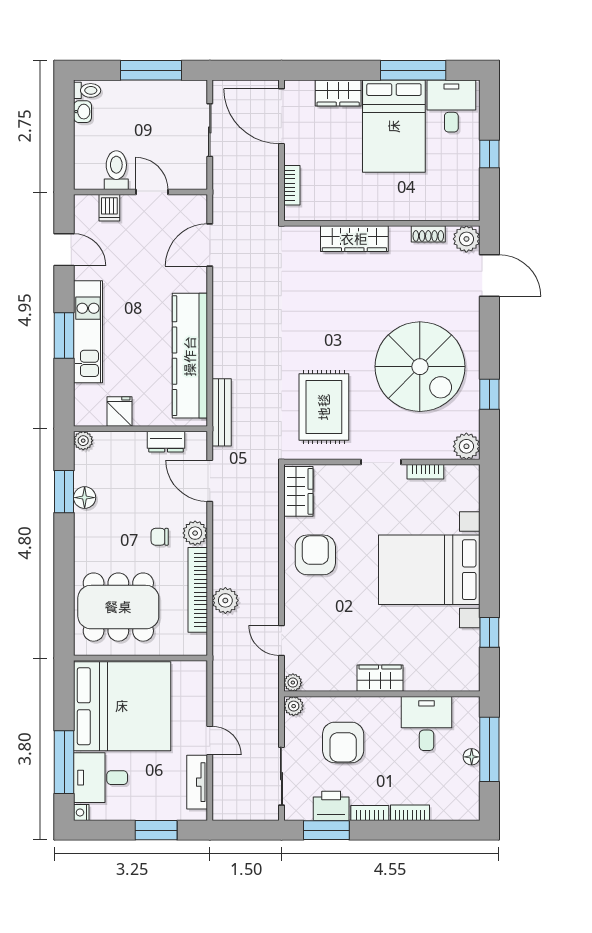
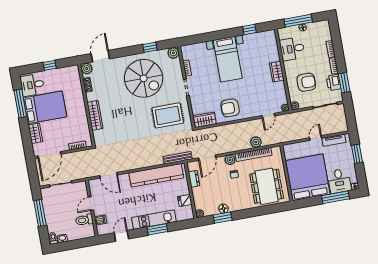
spiral stairs: (420, 367) -> (144, 78), turned 90
bed with nightstands: (429, 570) -> (228, 59), width x0.73

